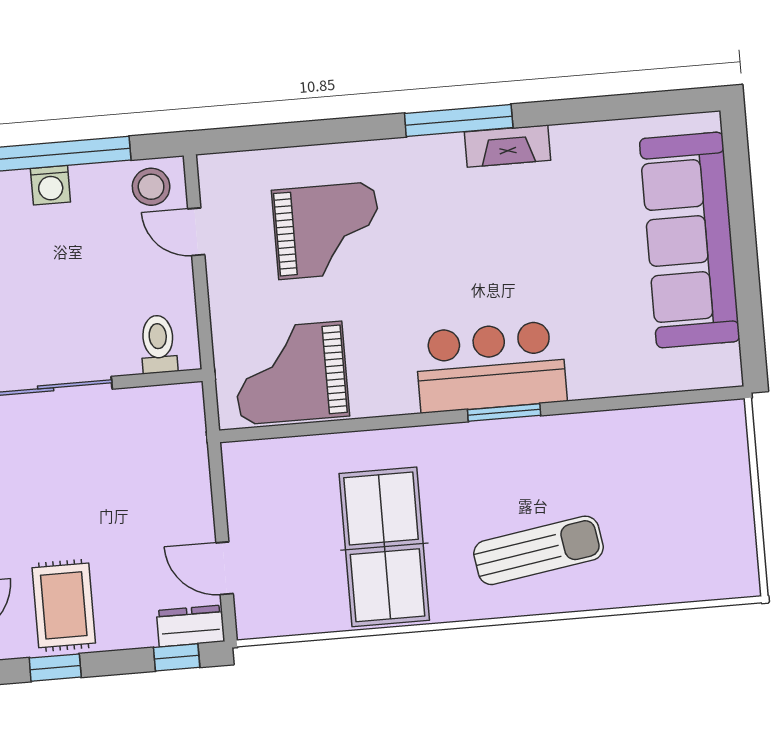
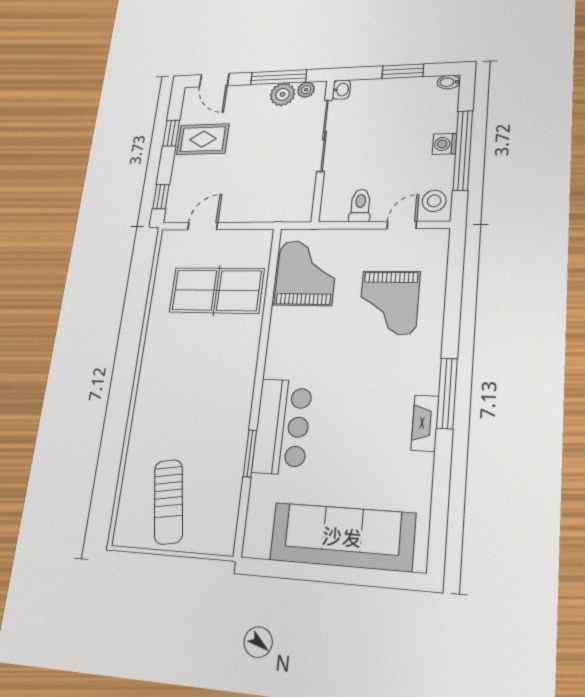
toilet: (158, 344) -> (360, 206), moved, turned -90
bar counter: (491, 367) -> (282, 426), moved
window: (504, 412) -> (250, 453), moved
table tennis table: (384, 547) -> (217, 290), moved
sun lounger: (538, 550) -> (168, 502), moved
dresser: (190, 626) -> (176, 205), removed

